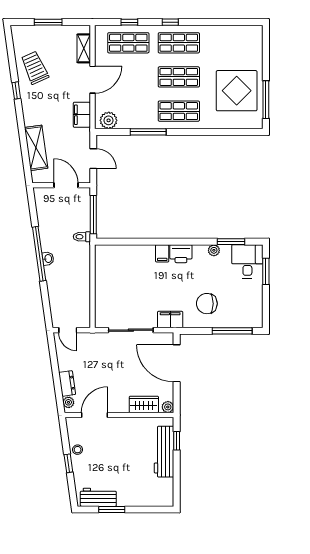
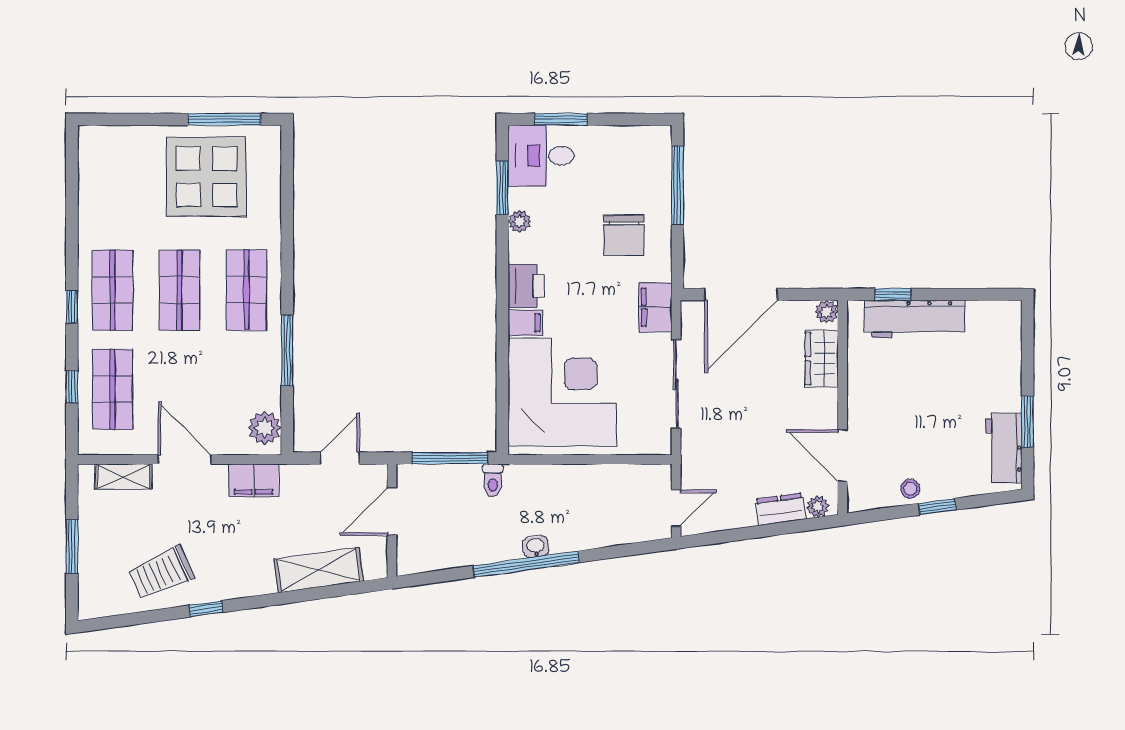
corner desk: (127, 272) -> (562, 392), added

